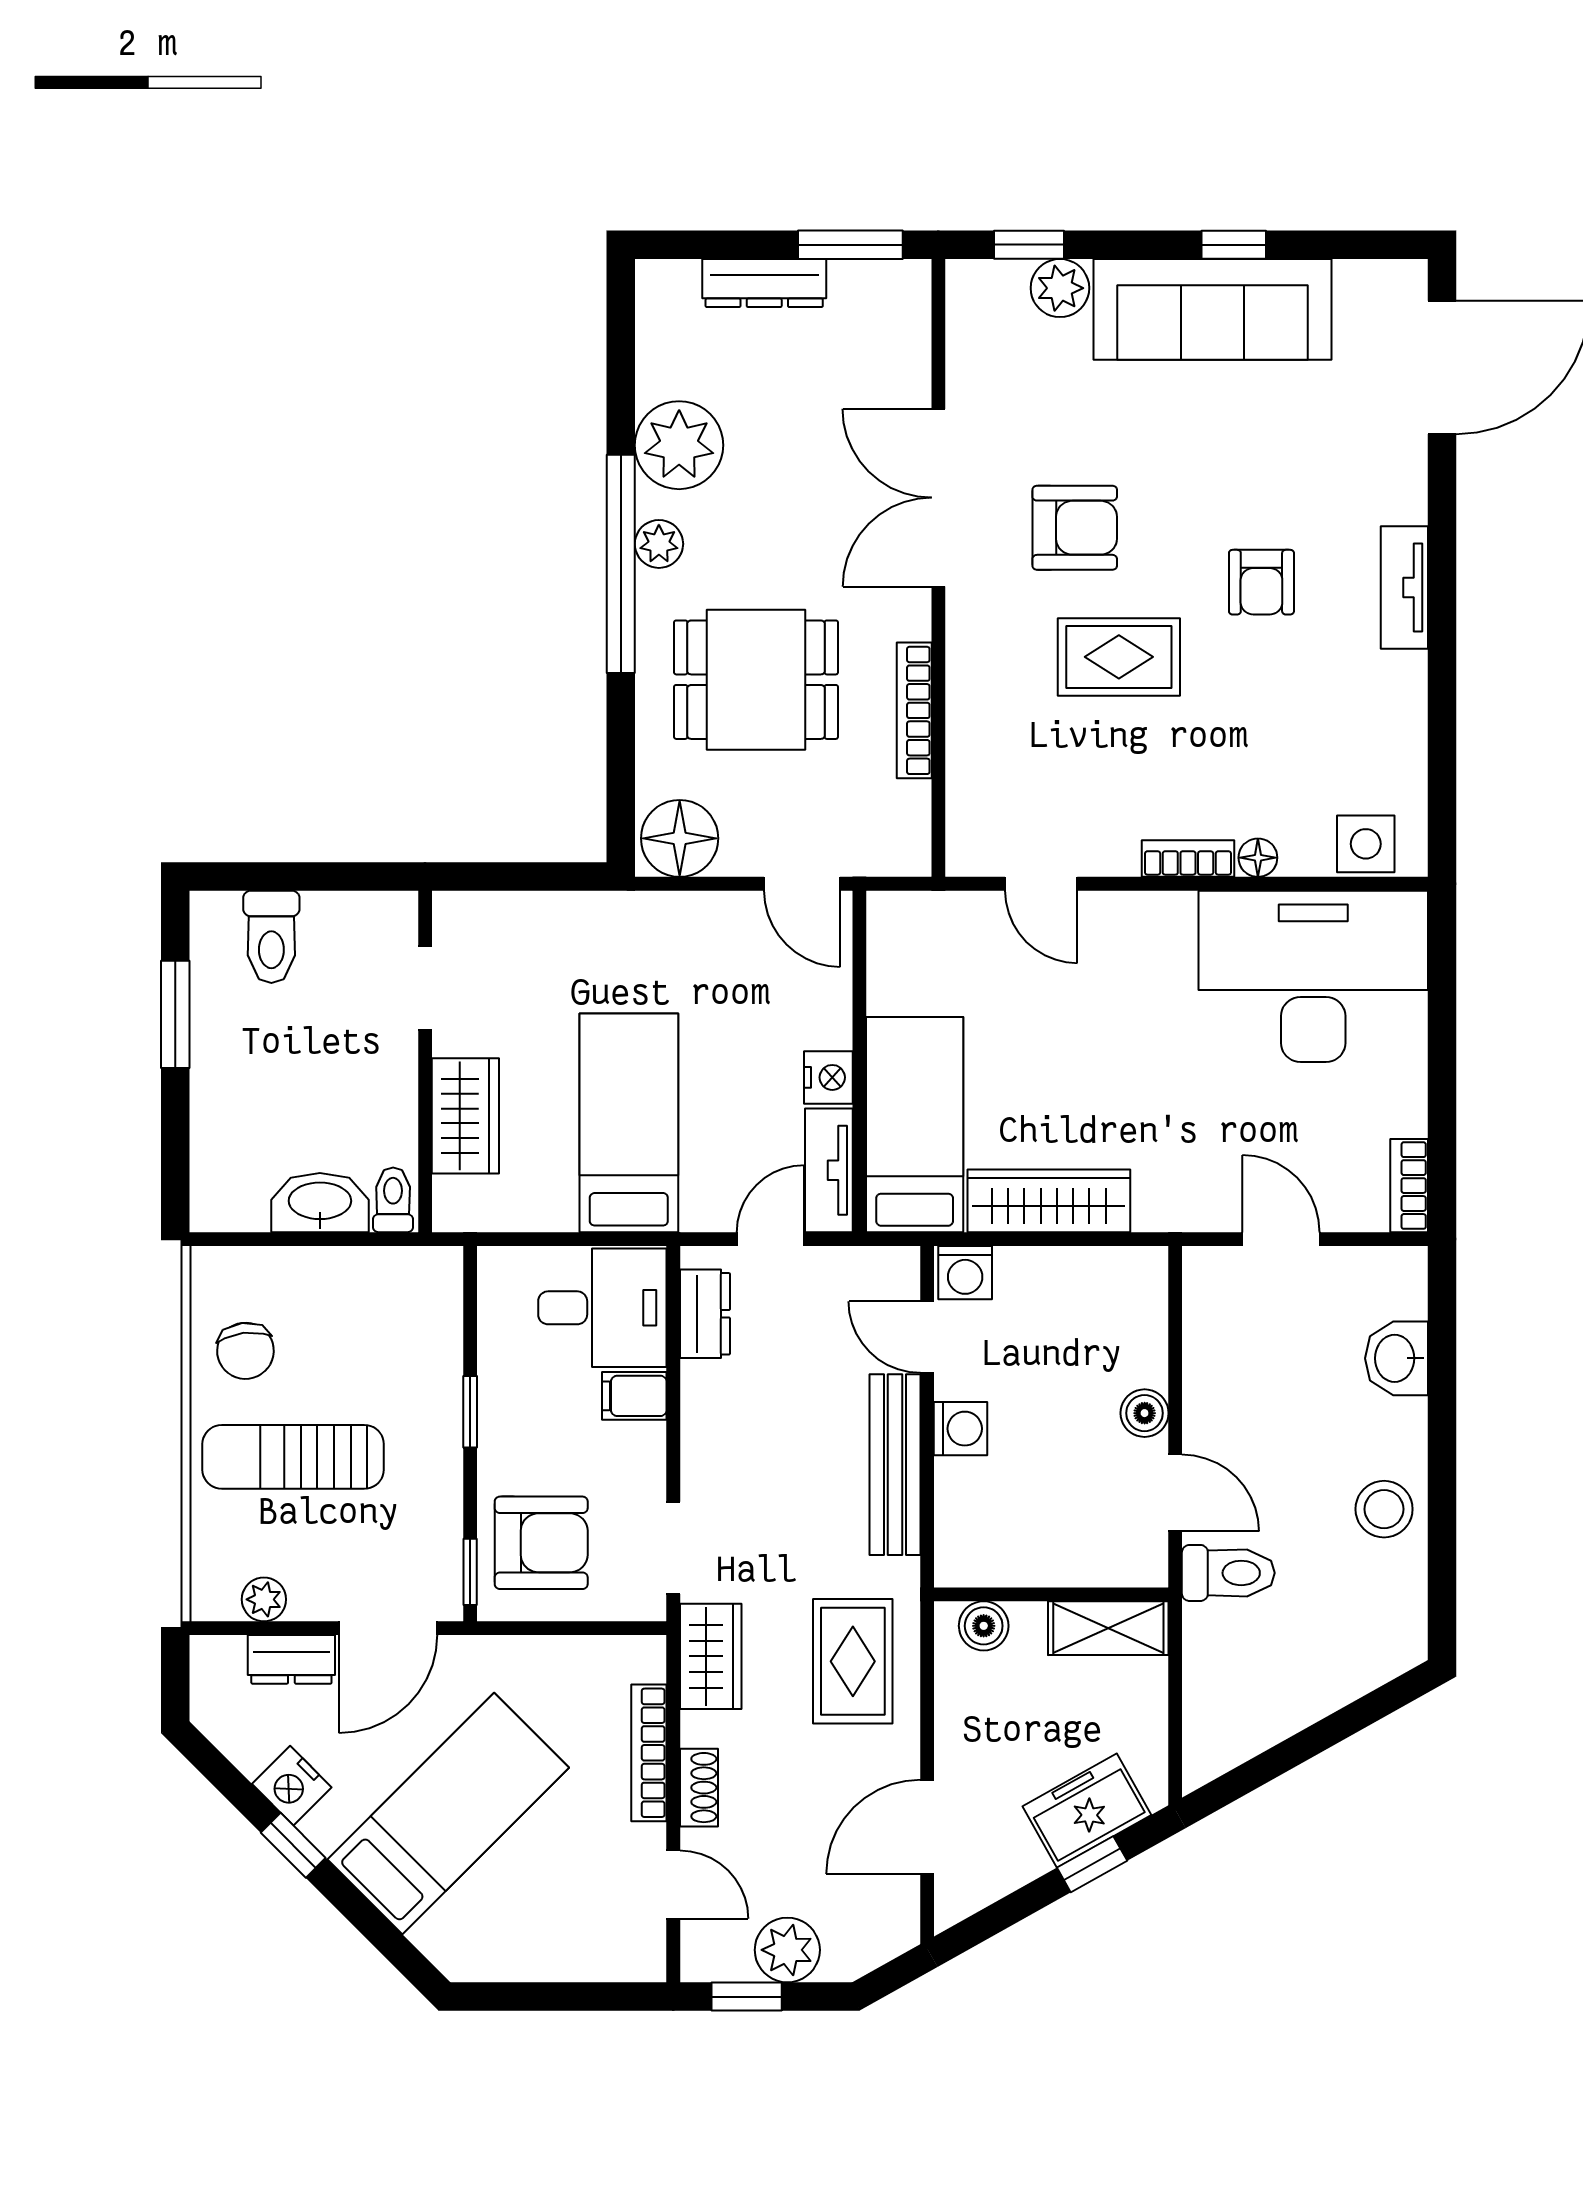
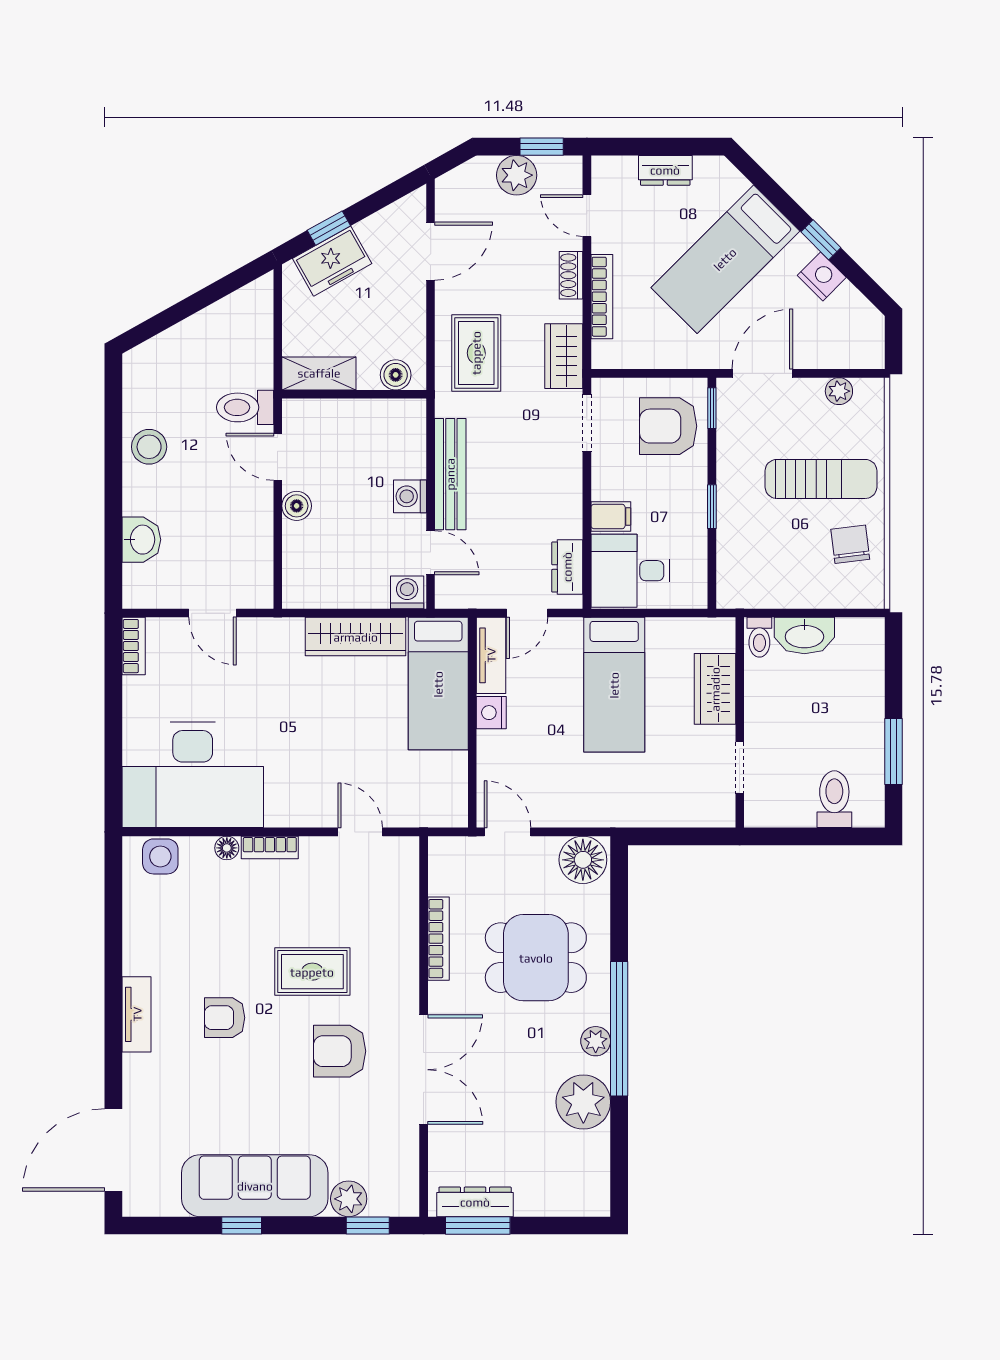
dresser: (764, 283) -> (475, 1202), moved
armchair: (1261, 582) -> (225, 1018), turned -90
dresser: (291, 1659) -> (665, 170), moved, turned 180

